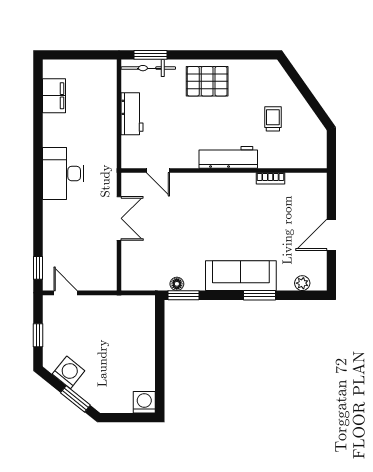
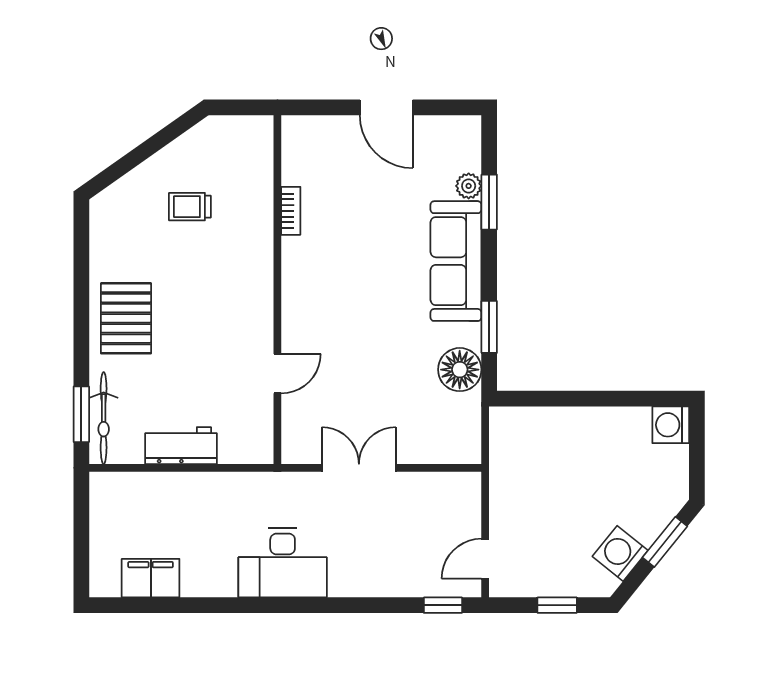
workbench: (228, 157) -> (255, 282), removed
door: (158, 170) -> (277, 374), moved
plant: (302, 283) -> (469, 186), moved
floor lamp: (177, 284) -> (460, 370), width x1.89, depth x1.89
window: (183, 295) -> (489, 327), moved
window: (259, 295) -> (489, 202), moved

